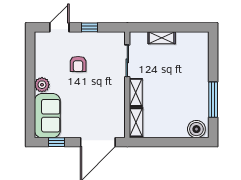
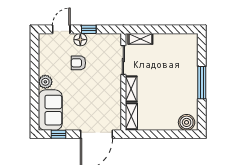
shelving: (162, 38) -> (140, 39), moved
floor lamp: (80, 39) -> (80, 40), added
armchair: (78, 64) -> (78, 63), turned 90
window: (213, 100) -> (202, 83), moved

